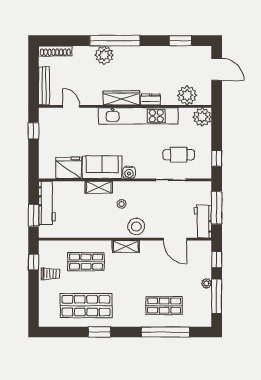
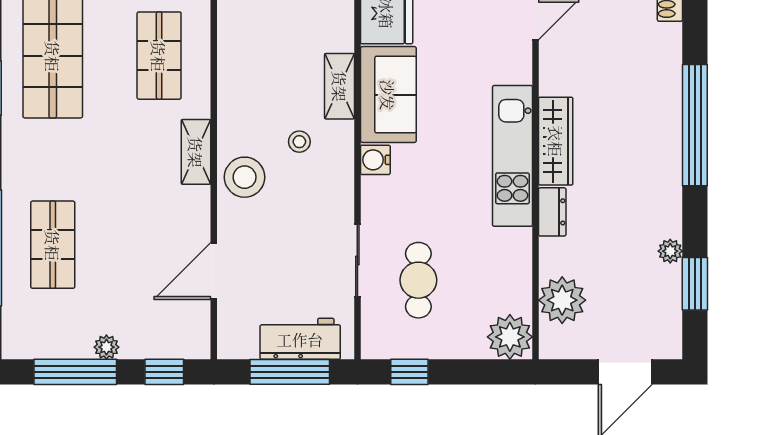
plant: (104, 55) -> (670, 251), moved, width x0.53, depth x0.53
kitchen unit: (138, 116) -> (512, 156), width x0.73
workbench: (203, 221) -> (300, 339), moved

